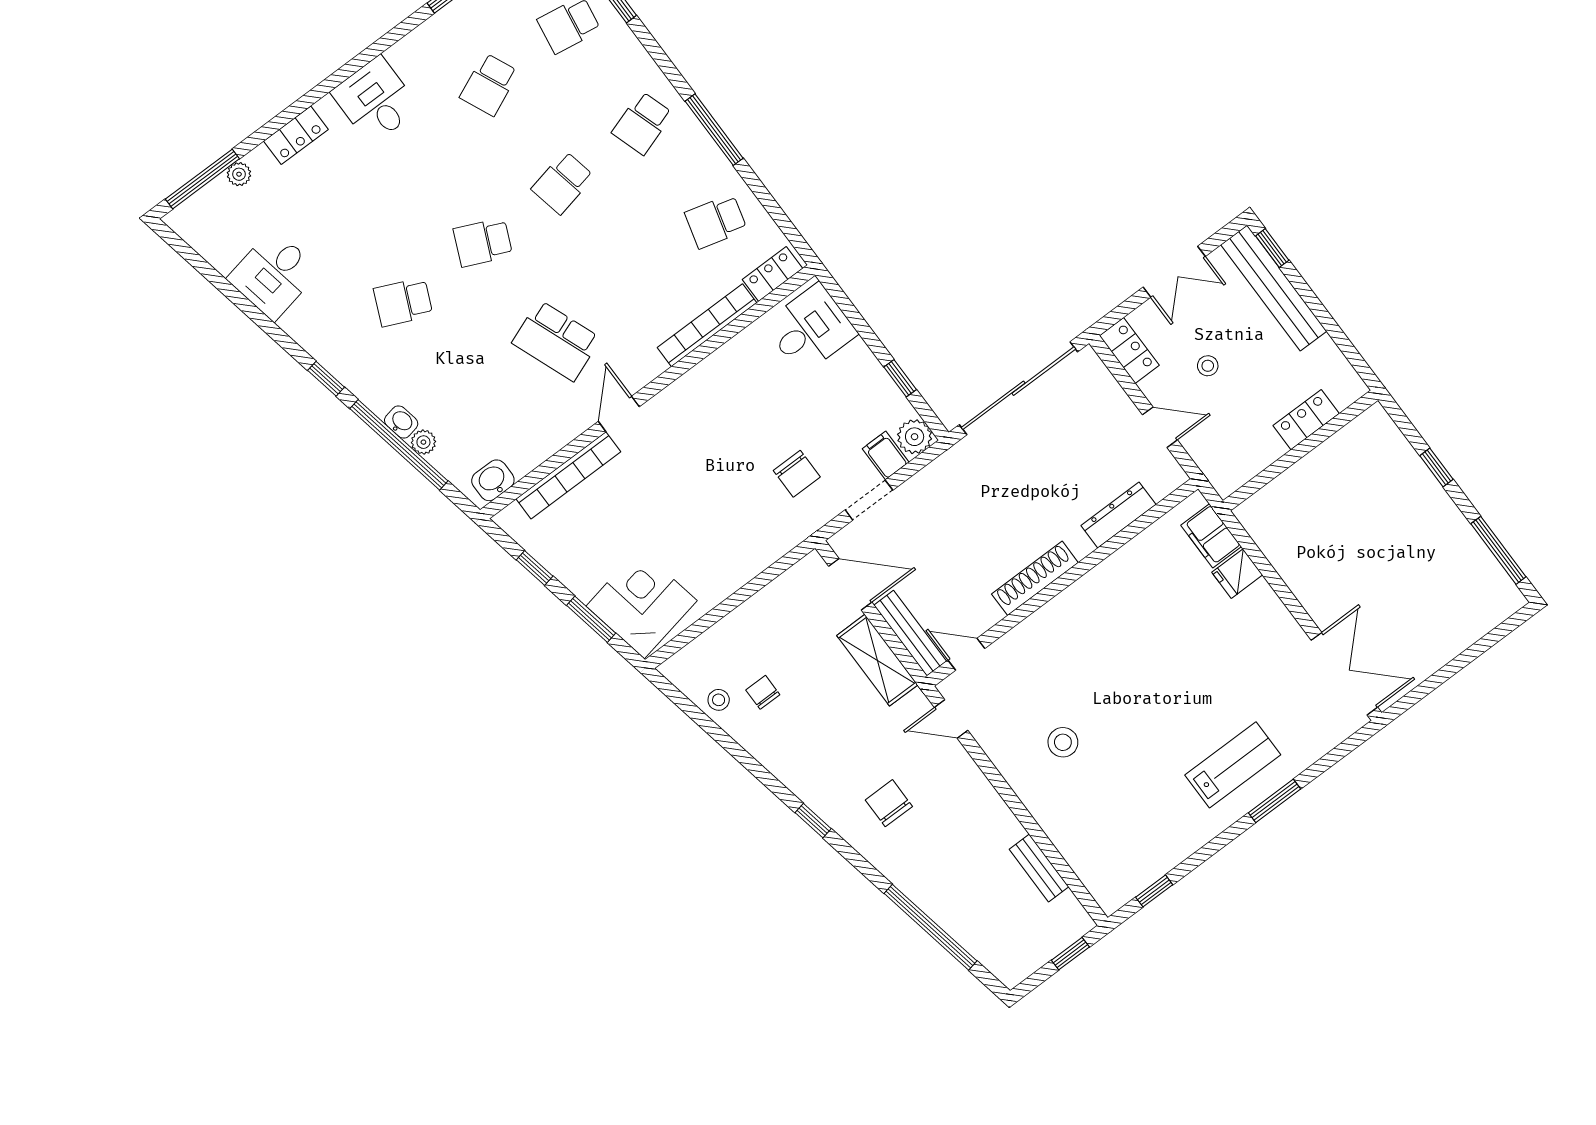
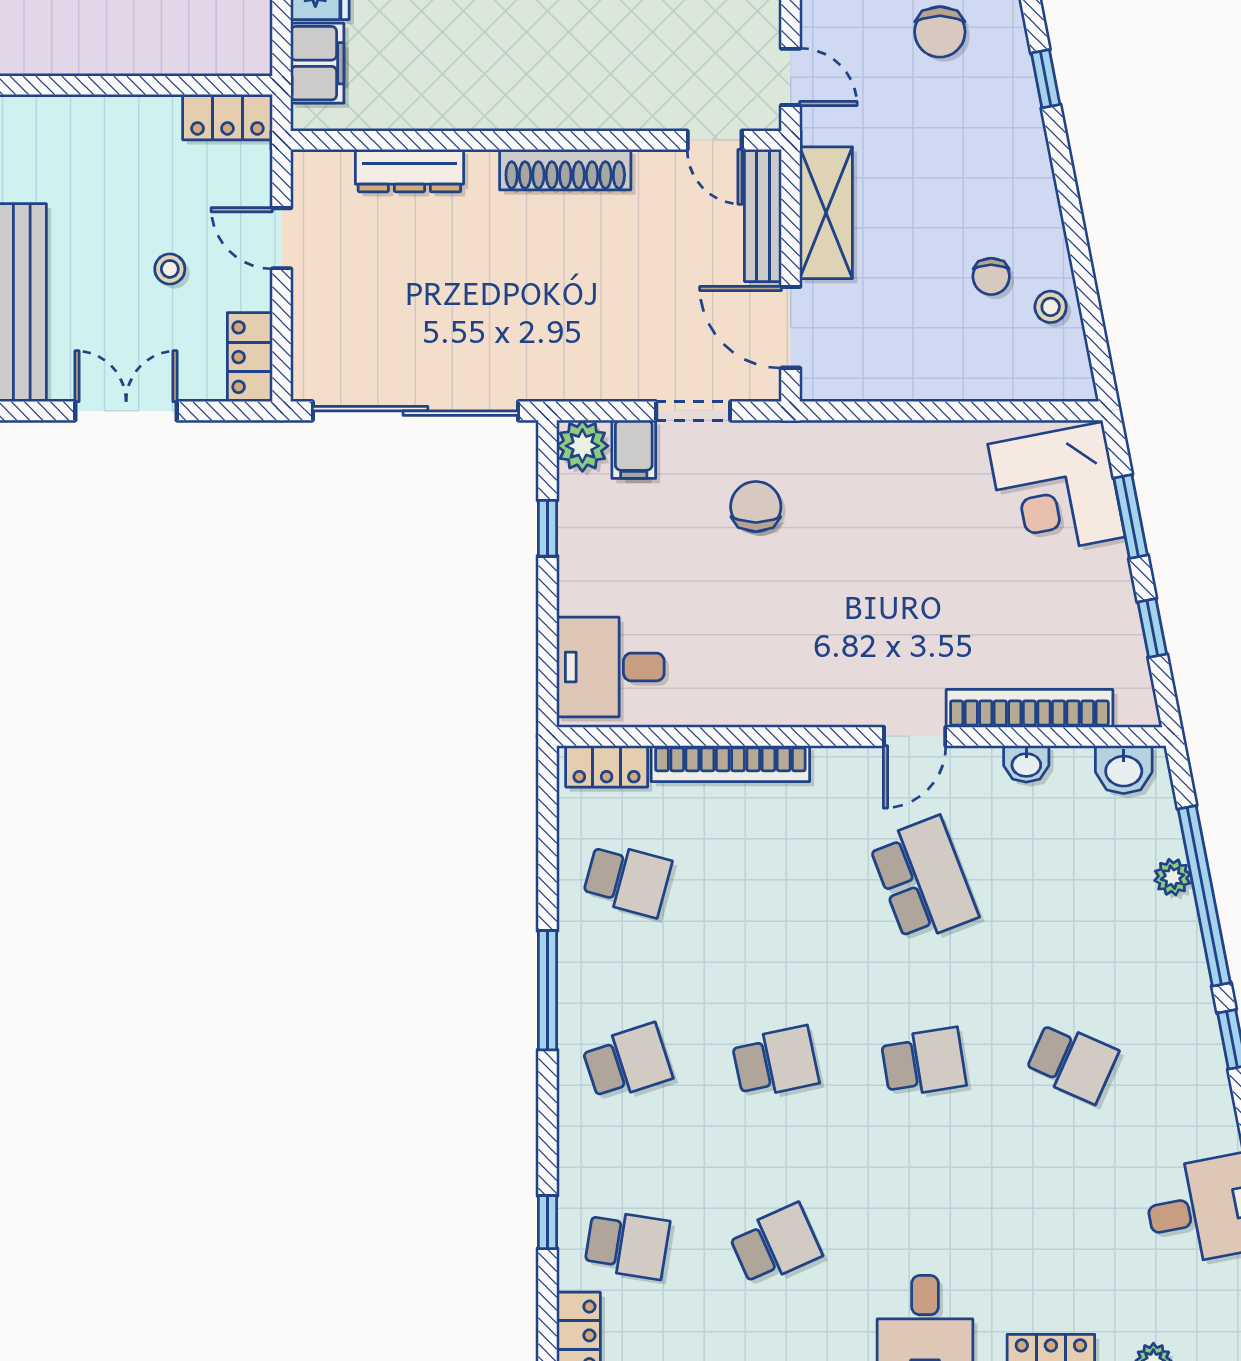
school desk: (483, 242) -> (924, 1062), turned -33
locker: (1306, 420) -> (227, 117), moved
washbasin: (401, 422) -> (1026, 764), moved, turned -79

